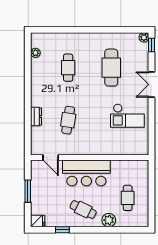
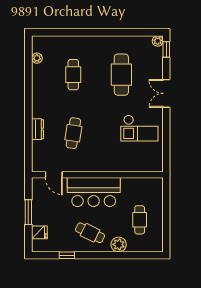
fridge: (38, 221) -> (39, 232), moved

